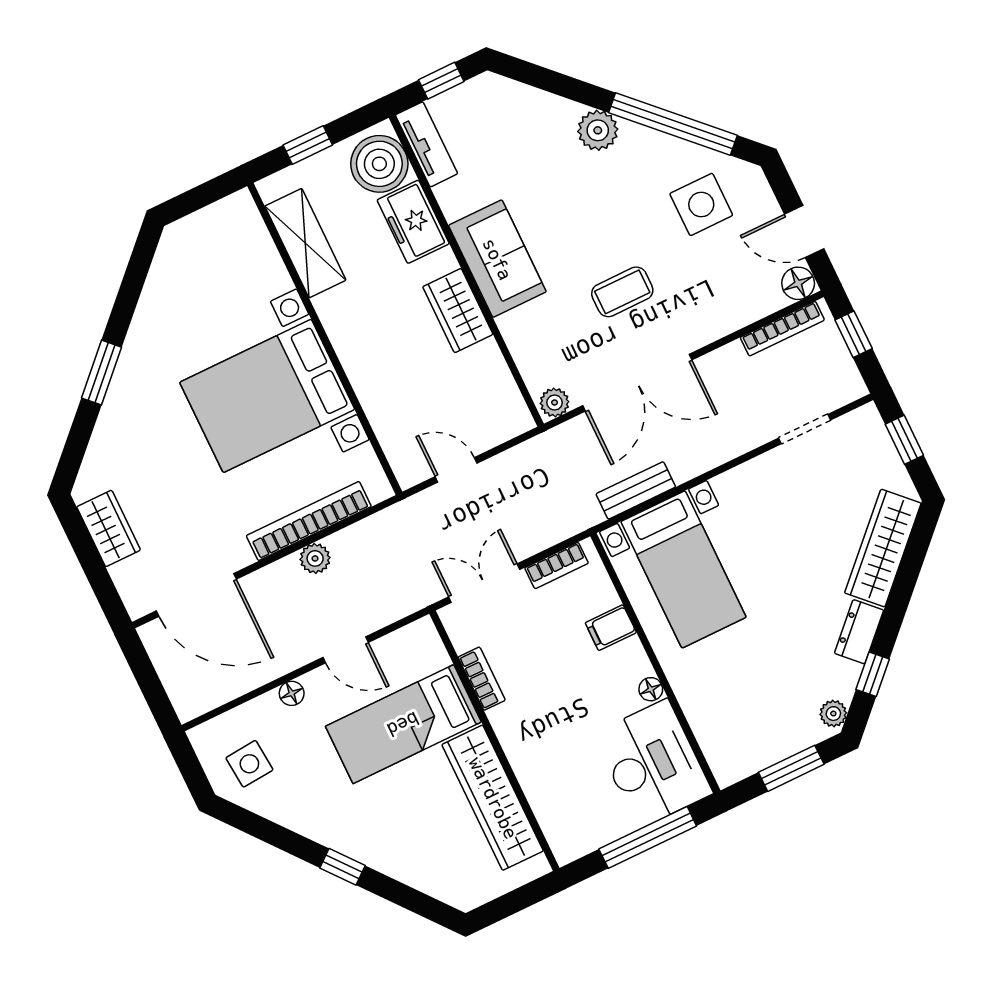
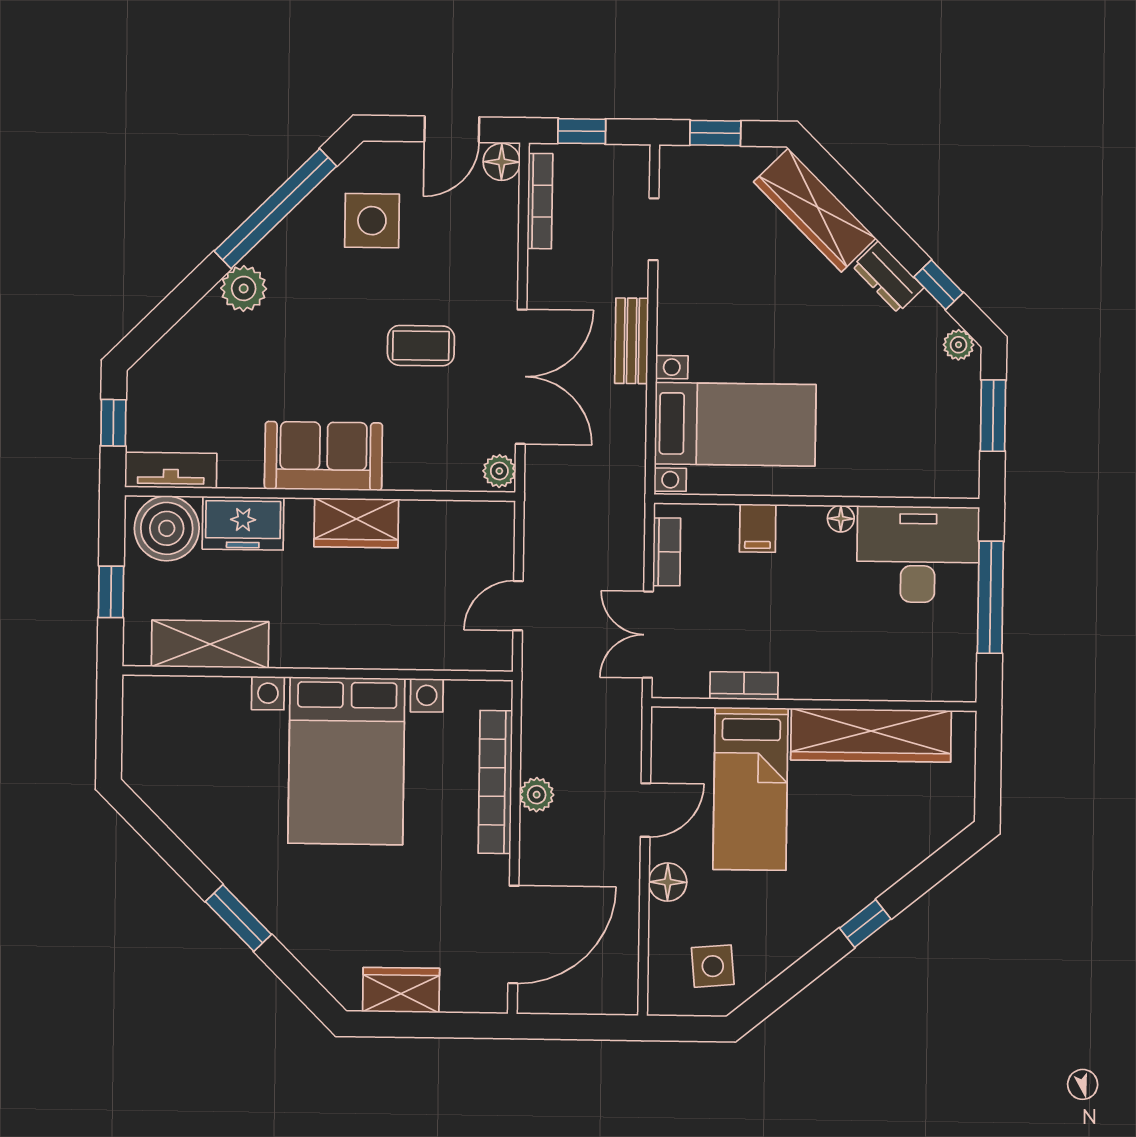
coffee table: (622, 292) -> (421, 346), turned 90
bench: (636, 490) -> (632, 341), moved
floor lamp: (292, 693) -> (668, 882), width x1.37, depth x1.37

